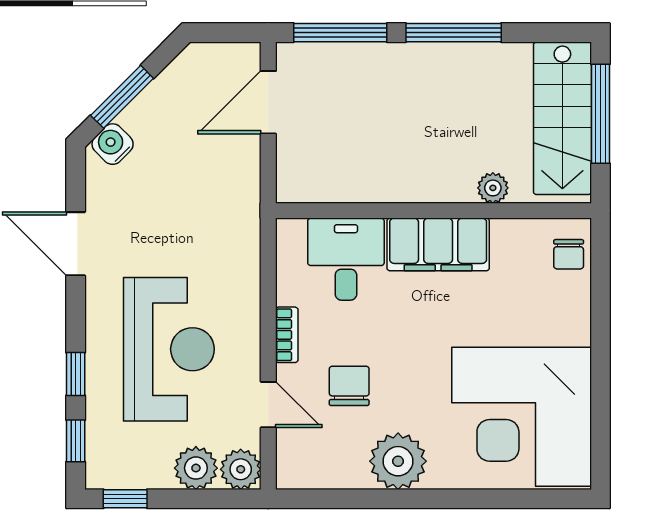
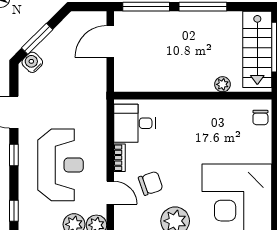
filing cabinet: (438, 244) -> (195, 113), removed
desk: (346, 259) -> (134, 123), moved, turned -90
window: (76, 374) -> (14, 155), moved
chair: (349, 386) -> (151, 183), turned 71

